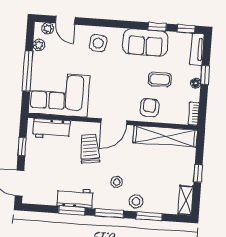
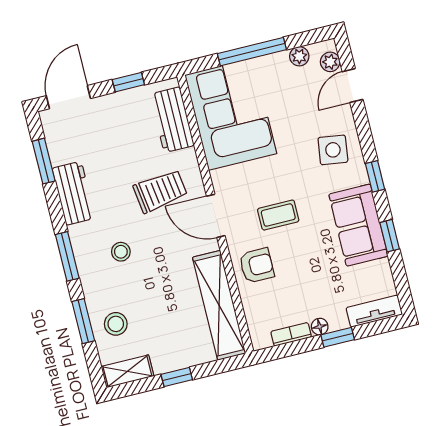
window: (186, 29) -> (375, 176), moved
coffee table: (160, 79) -> (278, 215), moved, turned 90
bookcase: (194, 114) -> (291, 334), moved
stool: (136, 201) -> (116, 324), moved
window: (72, 211) -> (44, 161), moved

